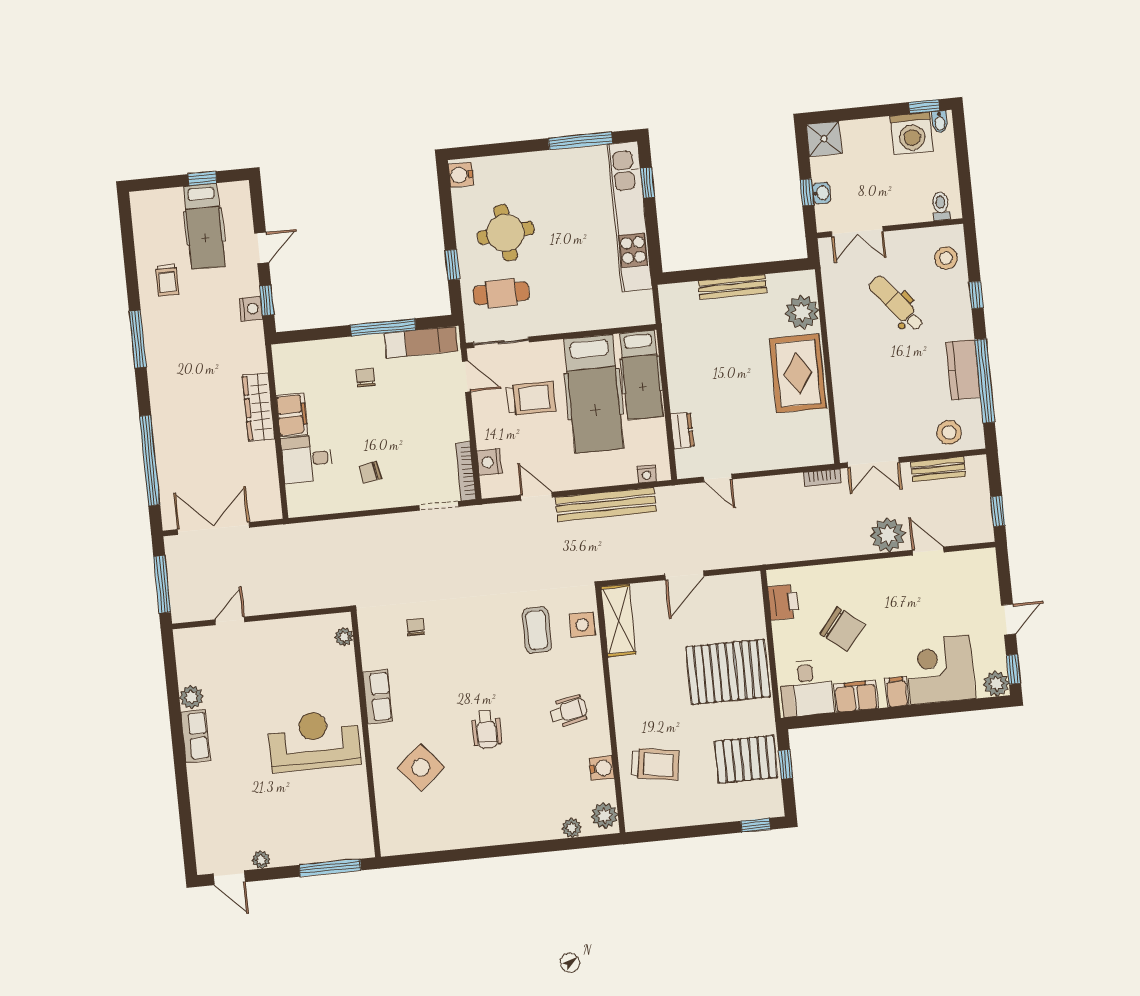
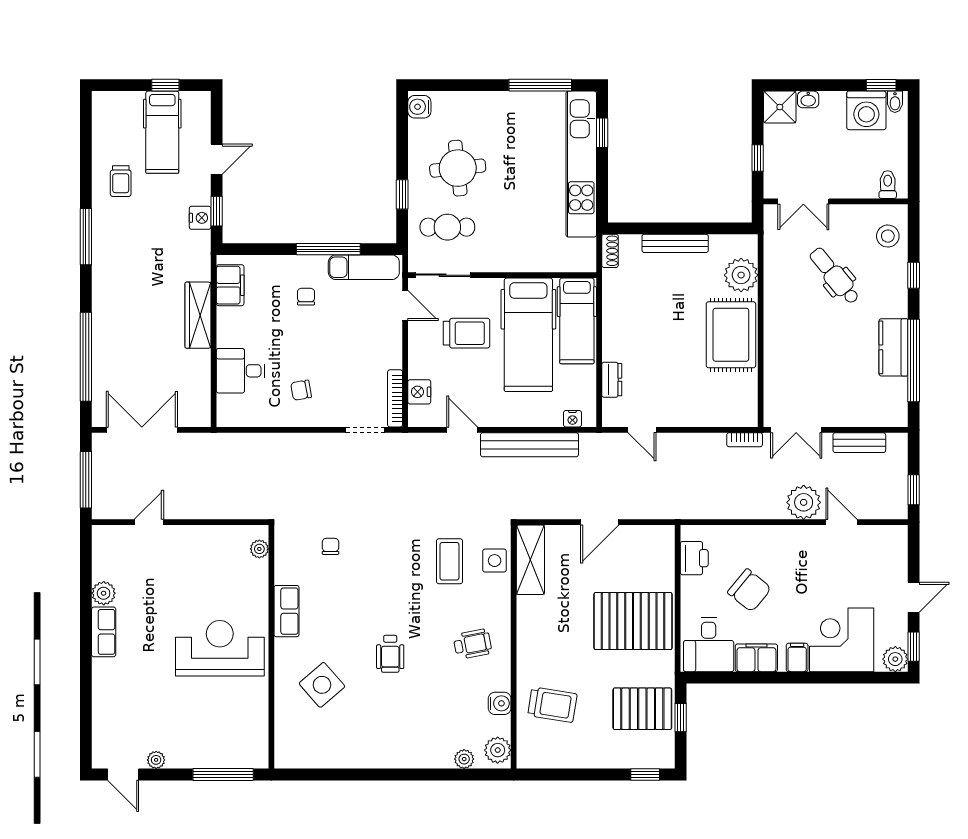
washbasin: (822, 193) -> (808, 99), moved, turned 90
shoe rack: (667, 301) -> (610, 251), added
filing cabinet: (292, 415) -> (230, 285), moved
stool: (949, 432) -> (874, 408), removed

